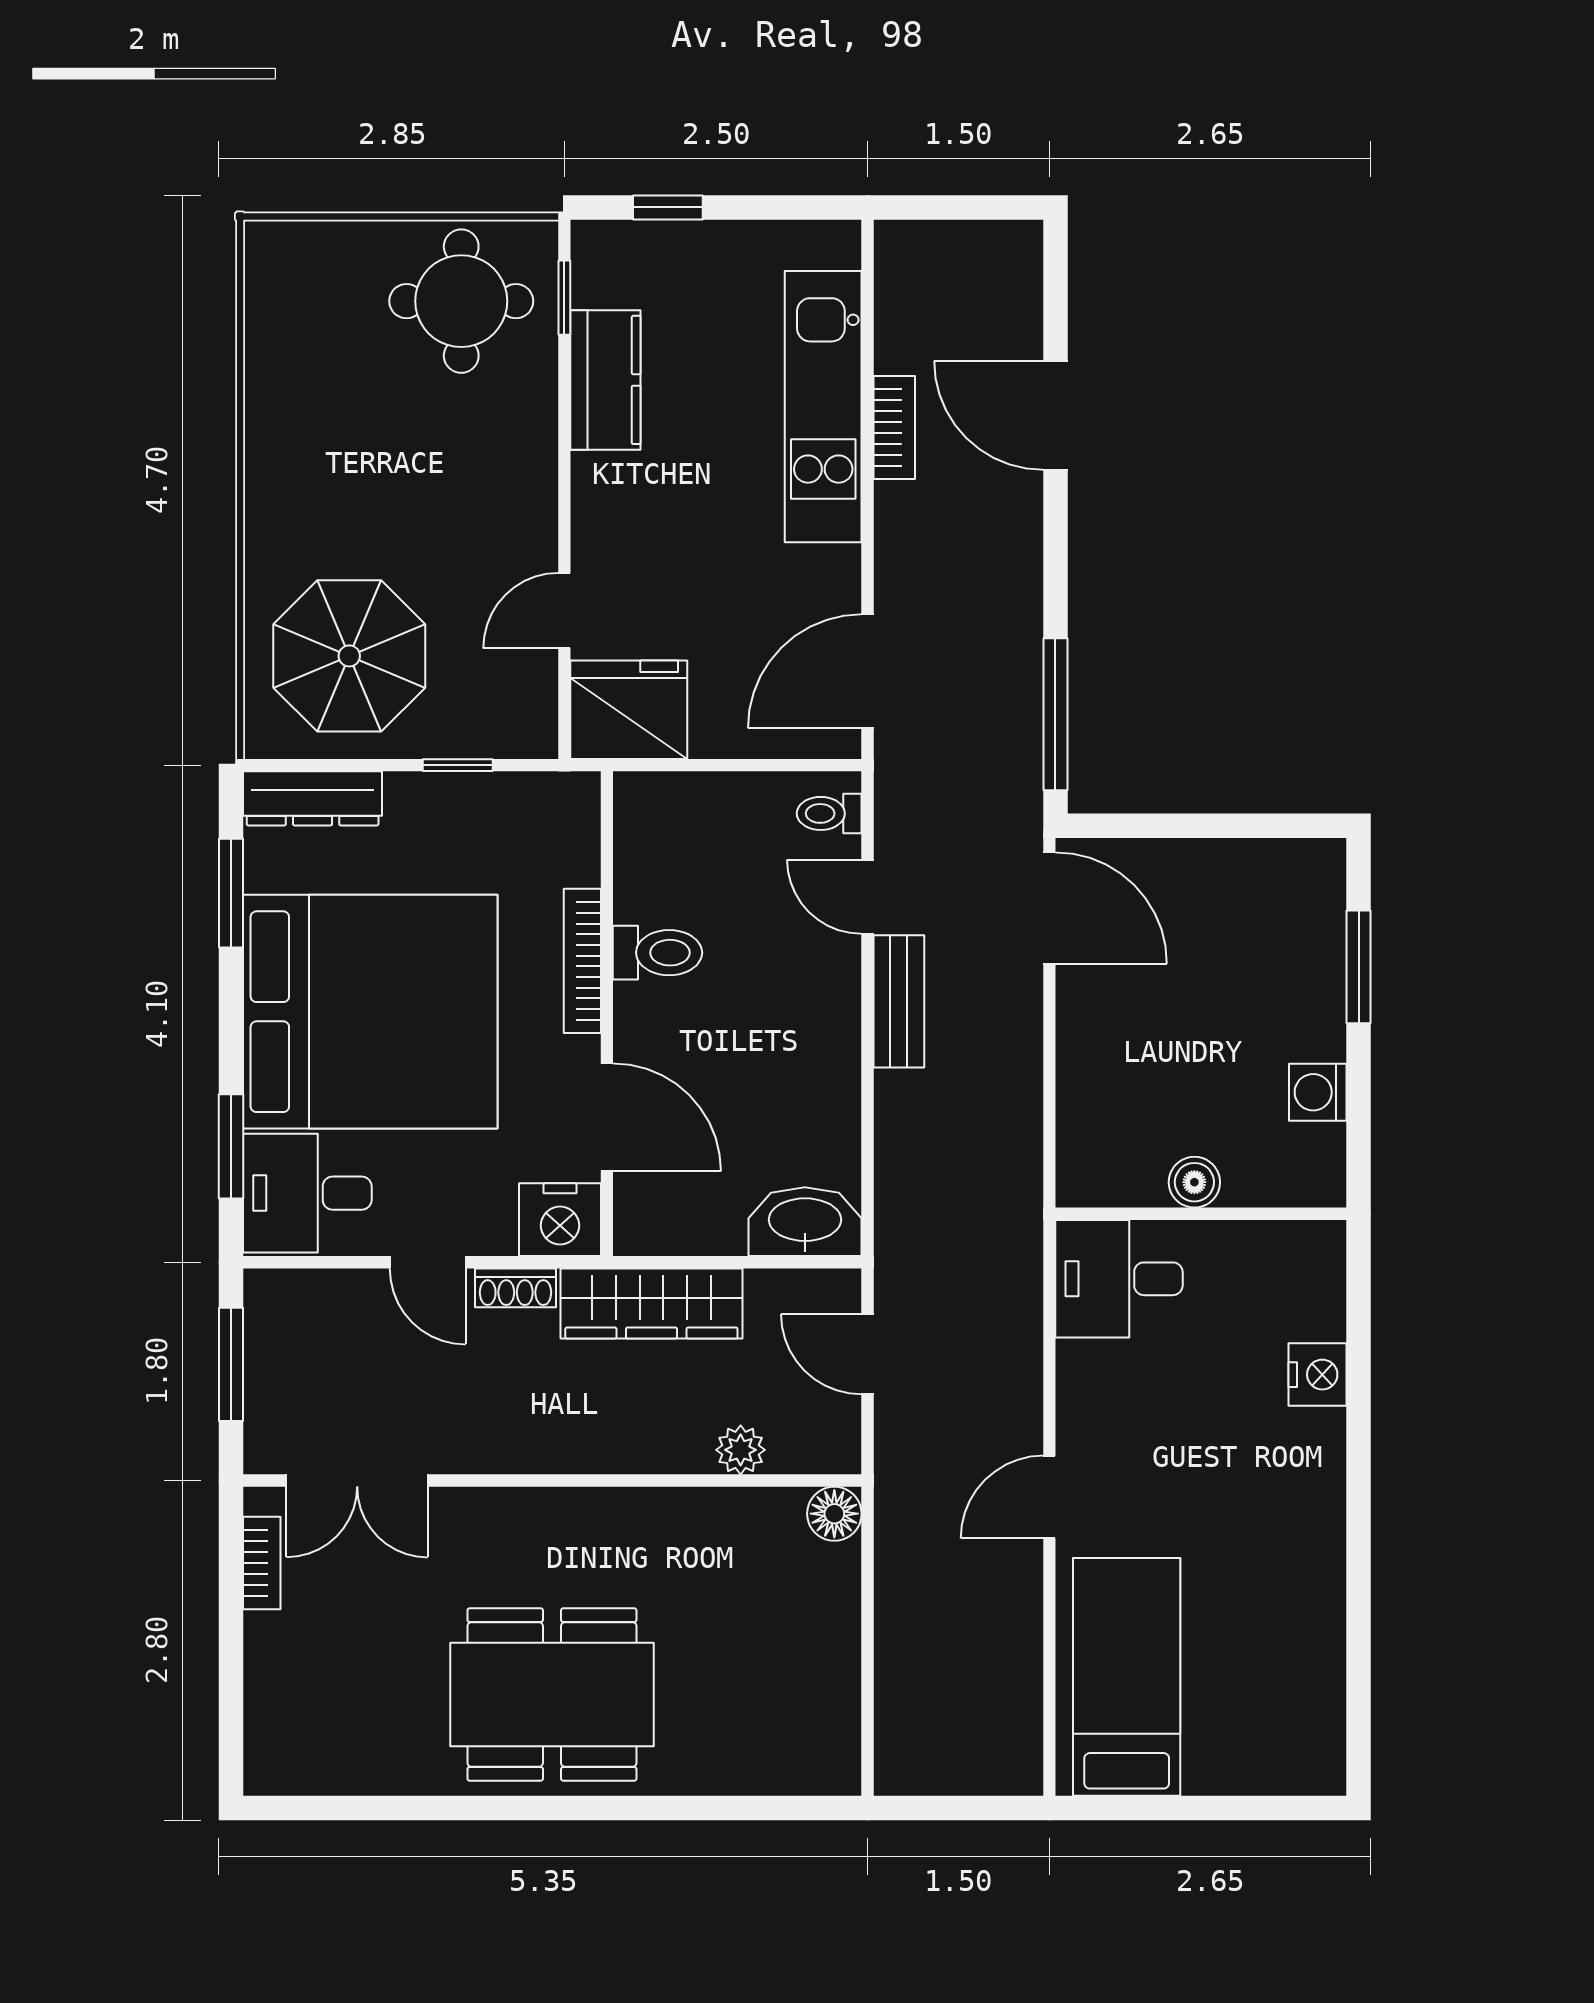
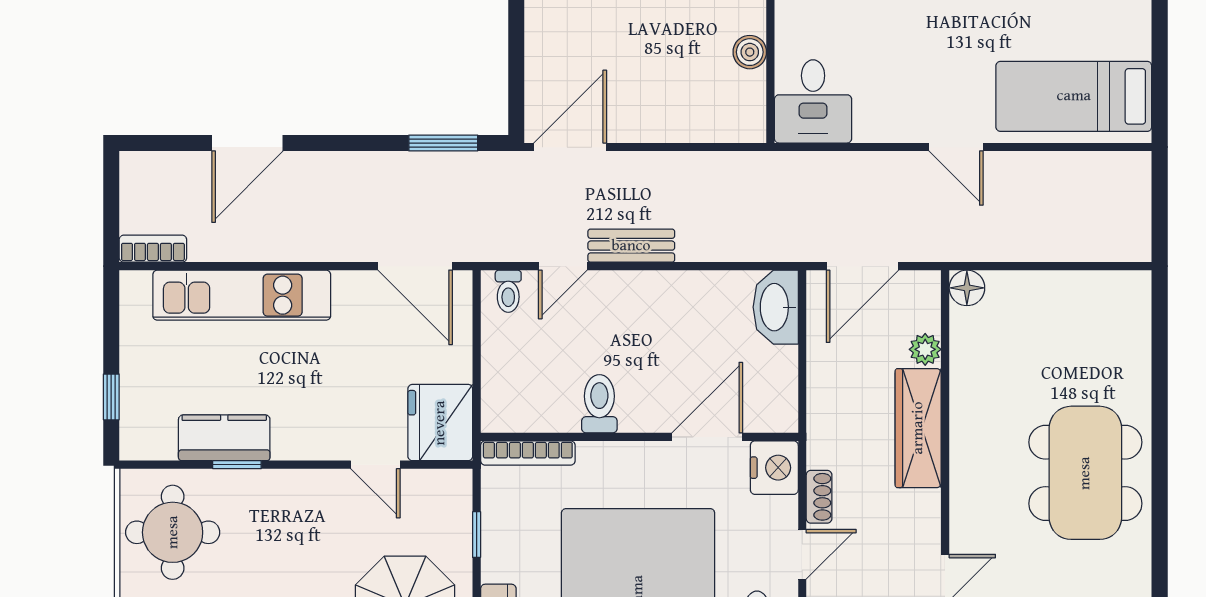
window: (564, 298) -> (237, 465), moved
bookcase: (894, 427) -> (153, 249), moved
window: (1055, 714) -> (443, 143), width x0.69
bookcase: (582, 961) -> (528, 453), moved
wardrobe: (651, 1303) -> (918, 428), moved, turned 180
door: (868, 1354) -> (862, 266), width x1.38

